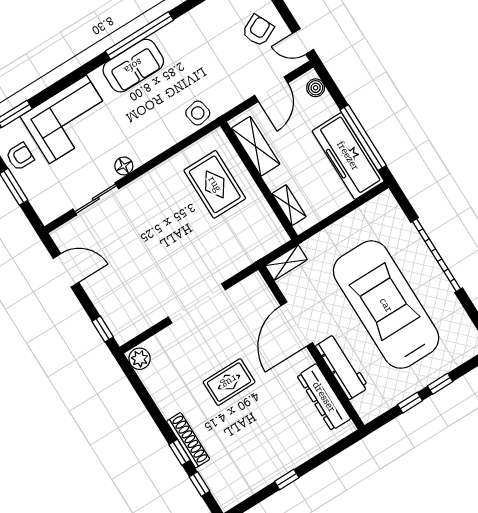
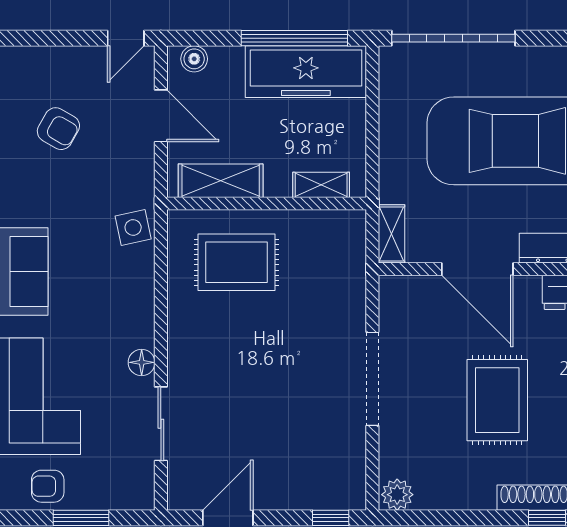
armchair: (258, 30) -> (58, 129), moved, turned 146
armchair: (20, 156) -> (48, 486), turned -90
garage door: (437, 255) -> (453, 38), moved
rug: (229, 382) -> (497, 400), width x1.36, depth x1.43

